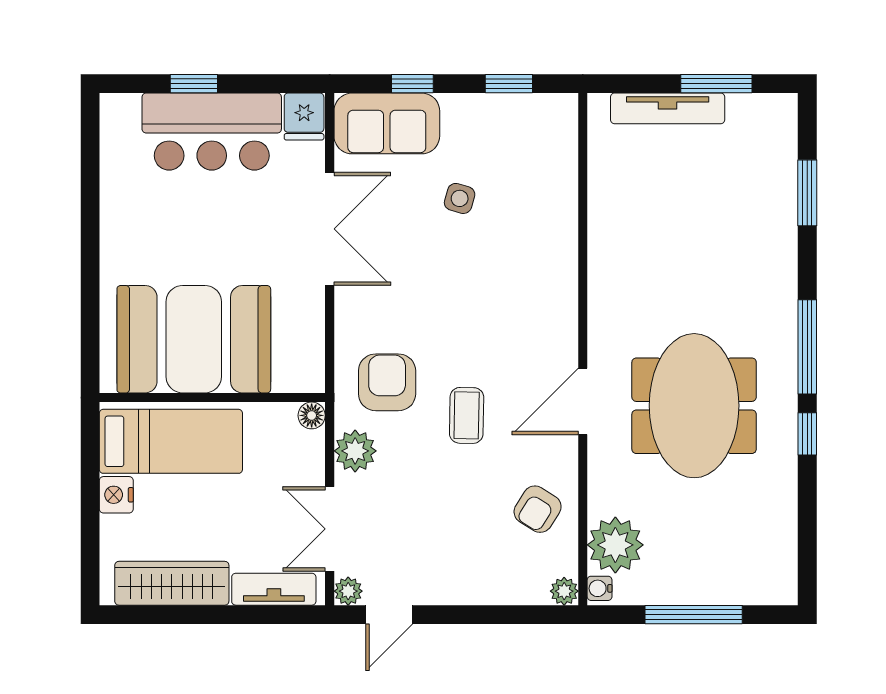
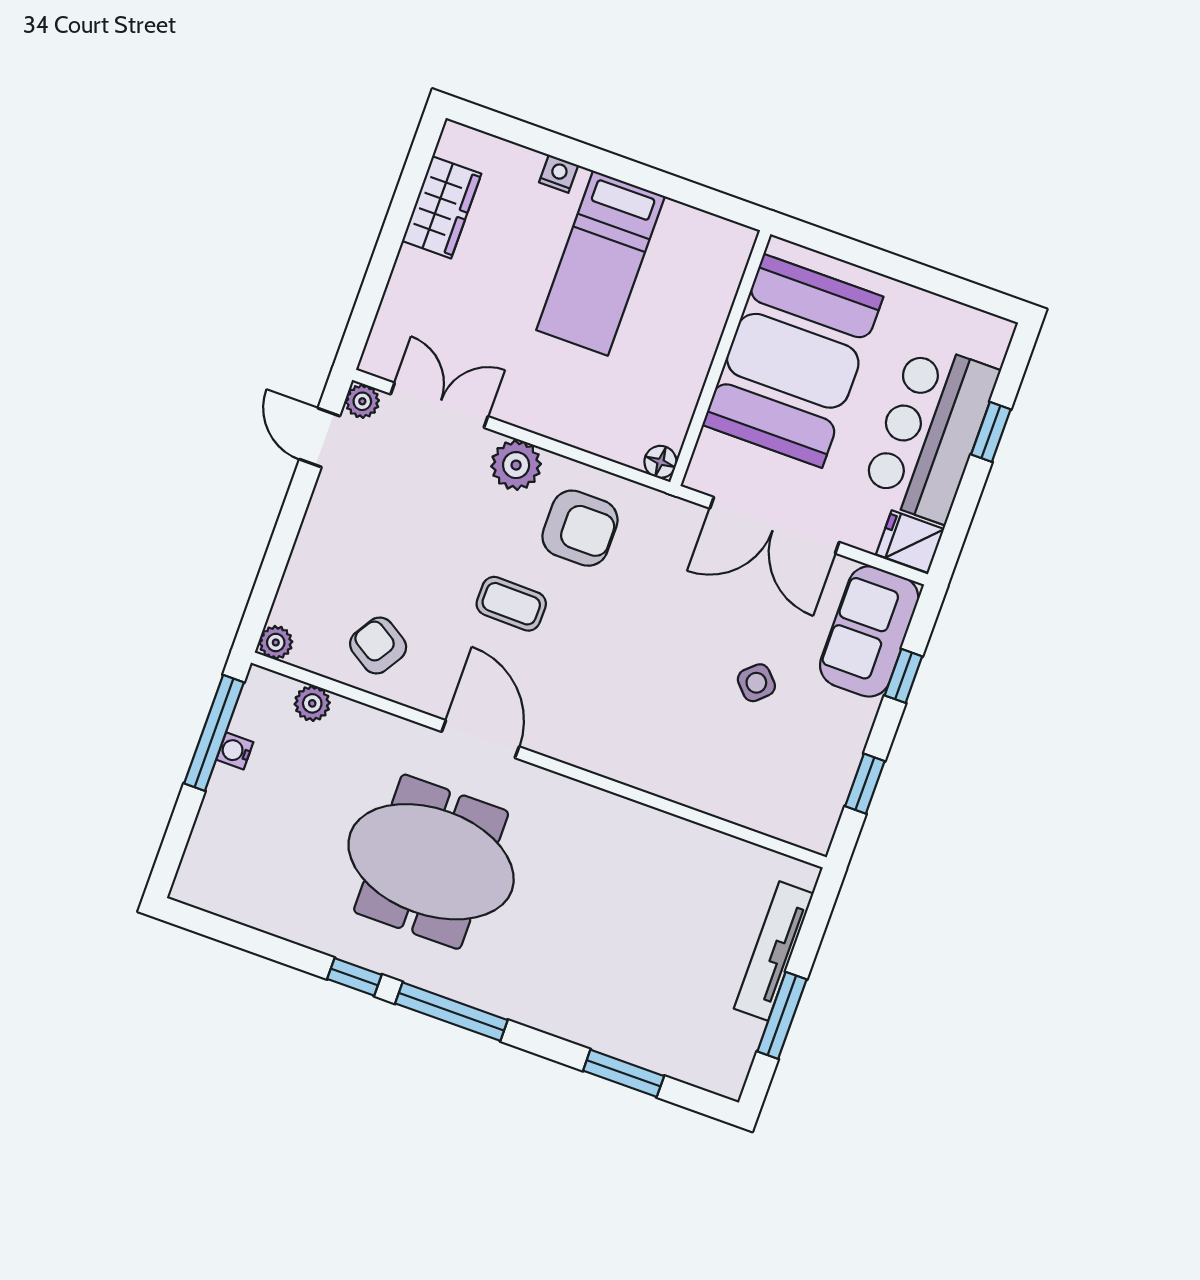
side table: (460, 198) -> (756, 683), turned 31
booth: (194, 339) -> (793, 361), moved
wall: (212, 398) -> (720, 358), moved
floor lamp: (312, 415) -> (660, 462), moved
nightstand: (116, 495) -> (559, 174), width x0.72, depth x0.74
plant: (615, 545) -> (312, 703), width x0.53, depth x0.53
wardrobe: (172, 583) -> (442, 207), width x0.67
water cooler: (600, 588) -> (235, 751), moved, turned -90
tv unit: (274, 589) -> (394, 319), removed
window: (694, 615) -> (214, 733), moved

